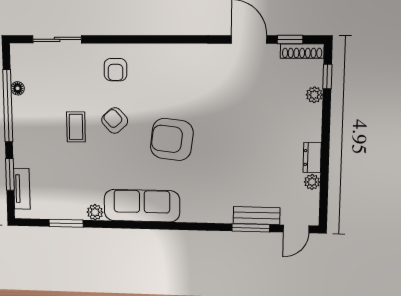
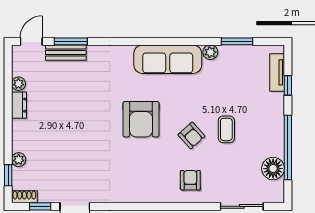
shoe rack: (302, 51) -> (24, 197), width x0.70
floor lamp: (18, 88) -> (273, 169), width x1.89, depth x1.89
armchair: (172, 139) -> (141, 119), turned 83
window: (10, 174) -> (288, 85), width x0.67

